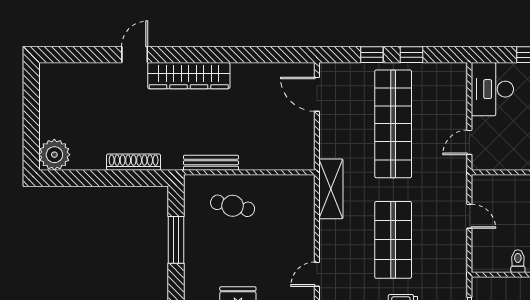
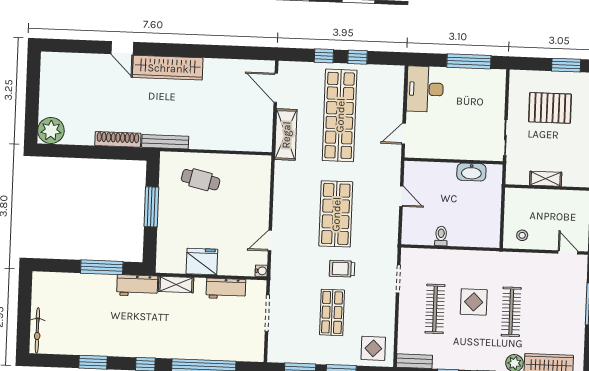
door: (135, 55) -> (122, 48), swing flipped
bench: (211, 163) -> (165, 142), moved
shelving: (331, 189) -> (286, 135), moved

